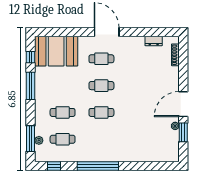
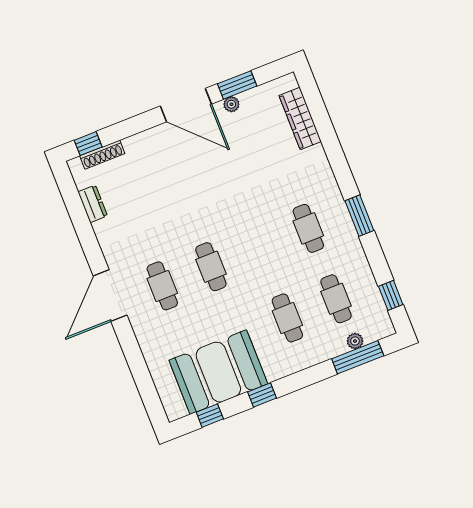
window: (183, 50) -> (88, 144), added
booth: (56, 51) -> (218, 372), moved, turned 90
window: (31, 86) -> (262, 395), width x0.46
cafe table: (101, 112) -> (308, 228), moved
wardrobe: (155, 156) -> (300, 119), added
window: (98, 166) -> (359, 216), width x0.47

